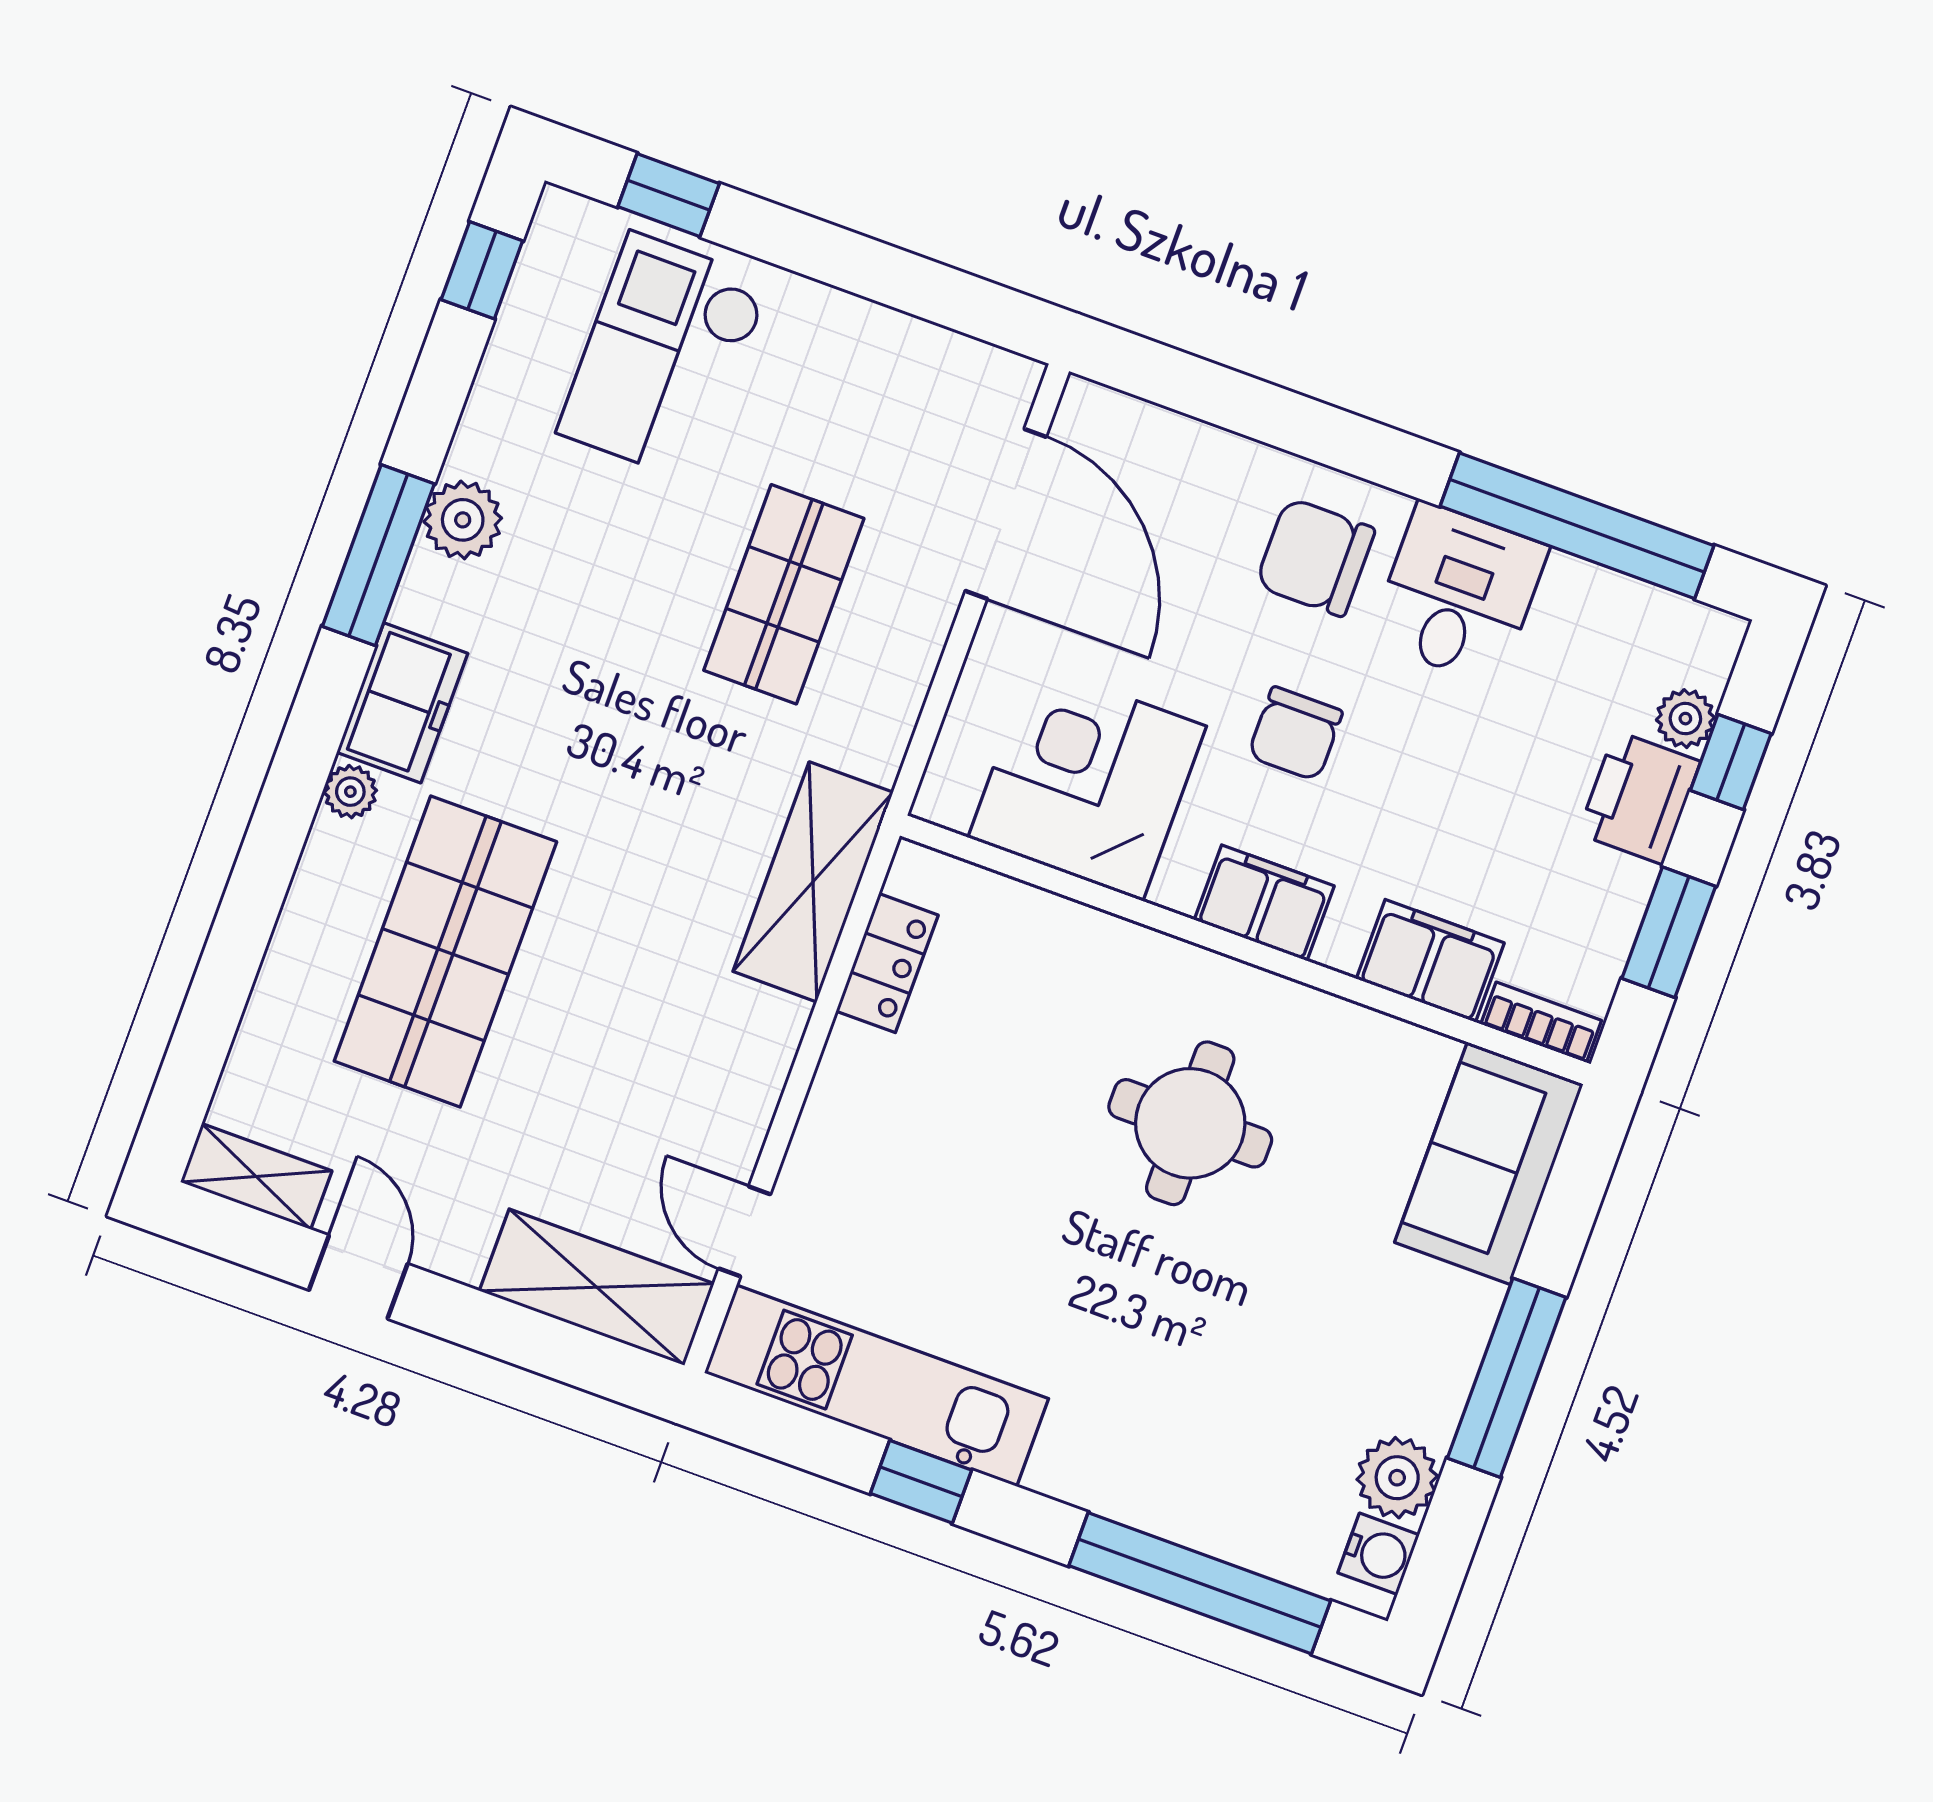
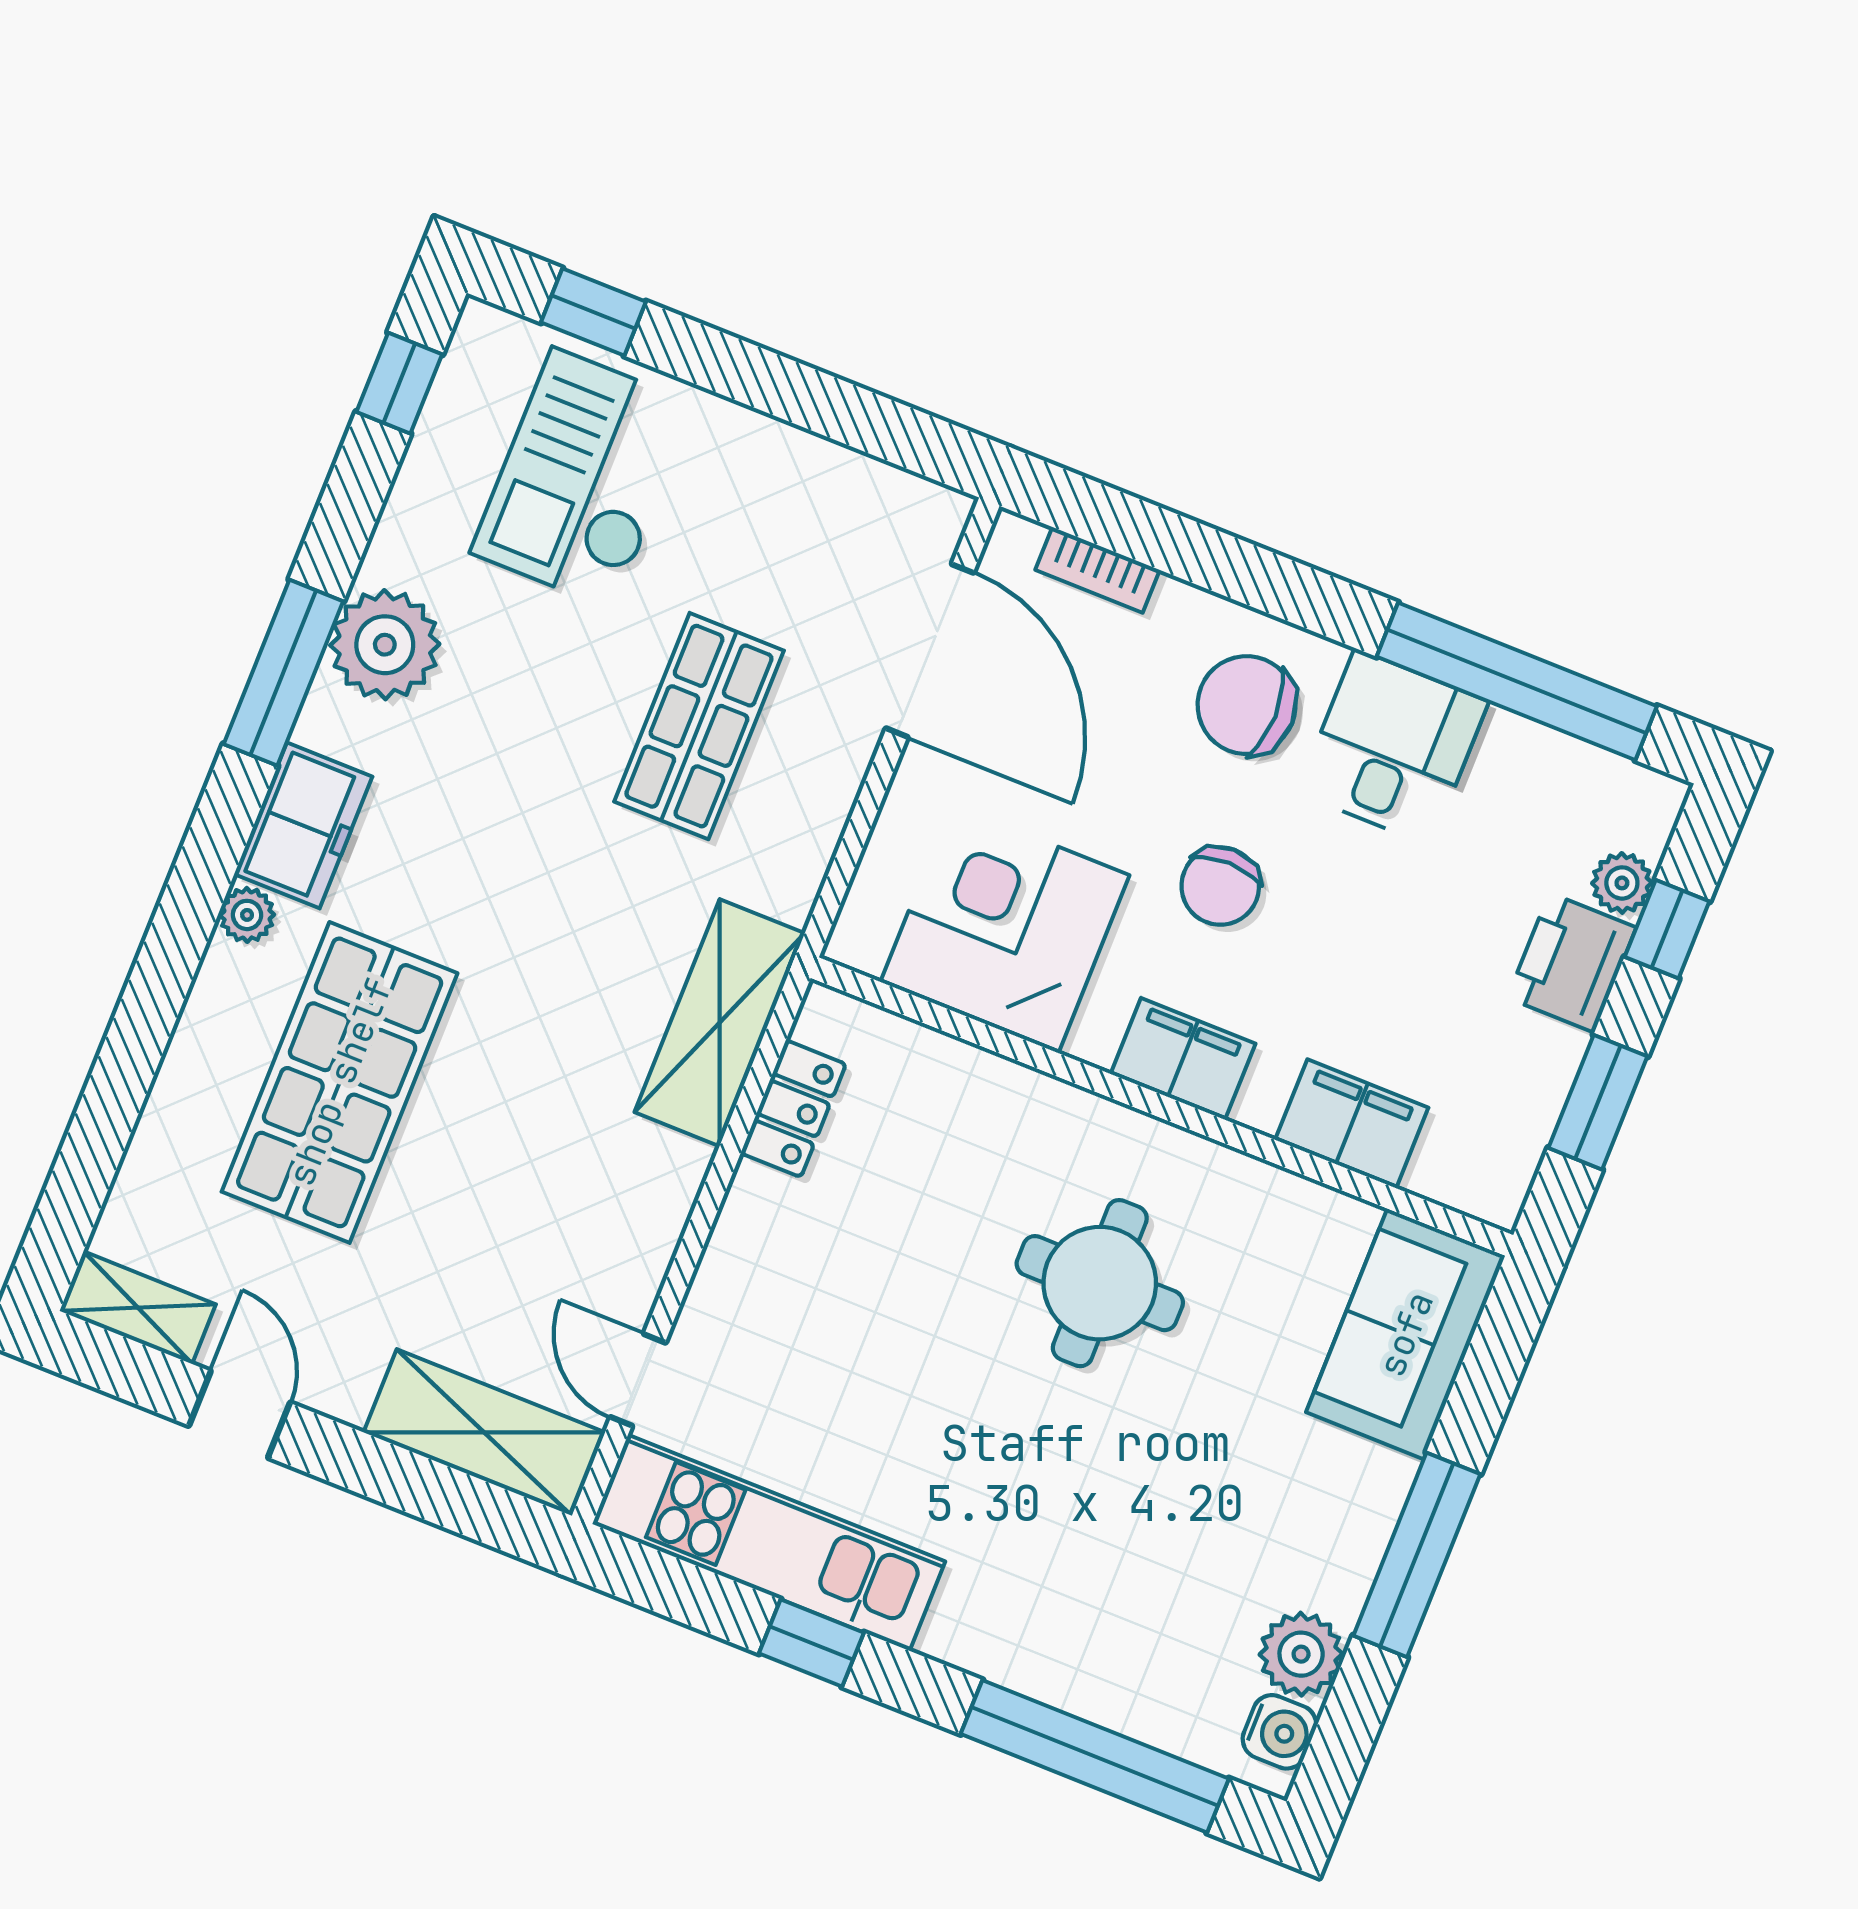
plant: (463, 520) -> (385, 645), width x1.36, depth x1.36
bookcase: (1541, 1022) -> (1098, 570), moved, turned 180

